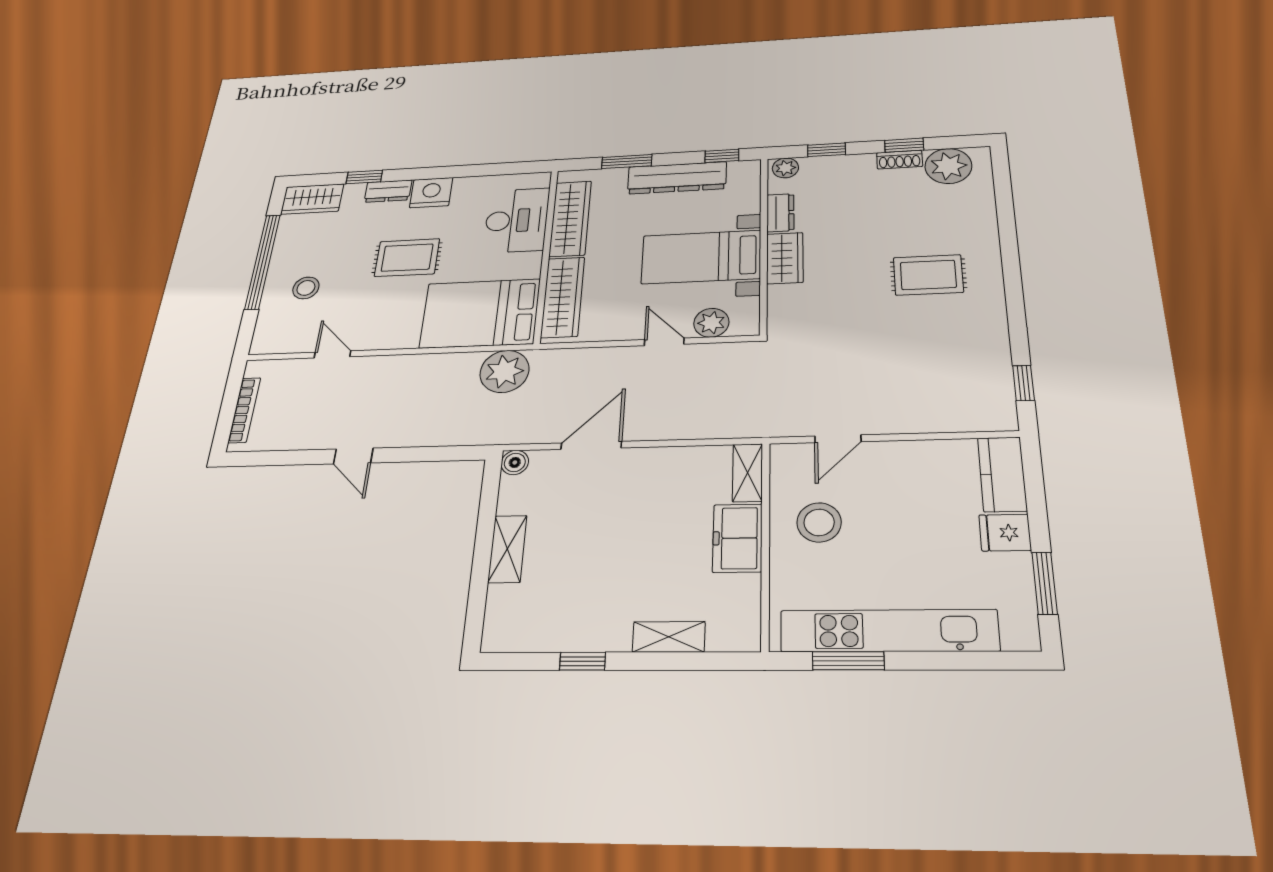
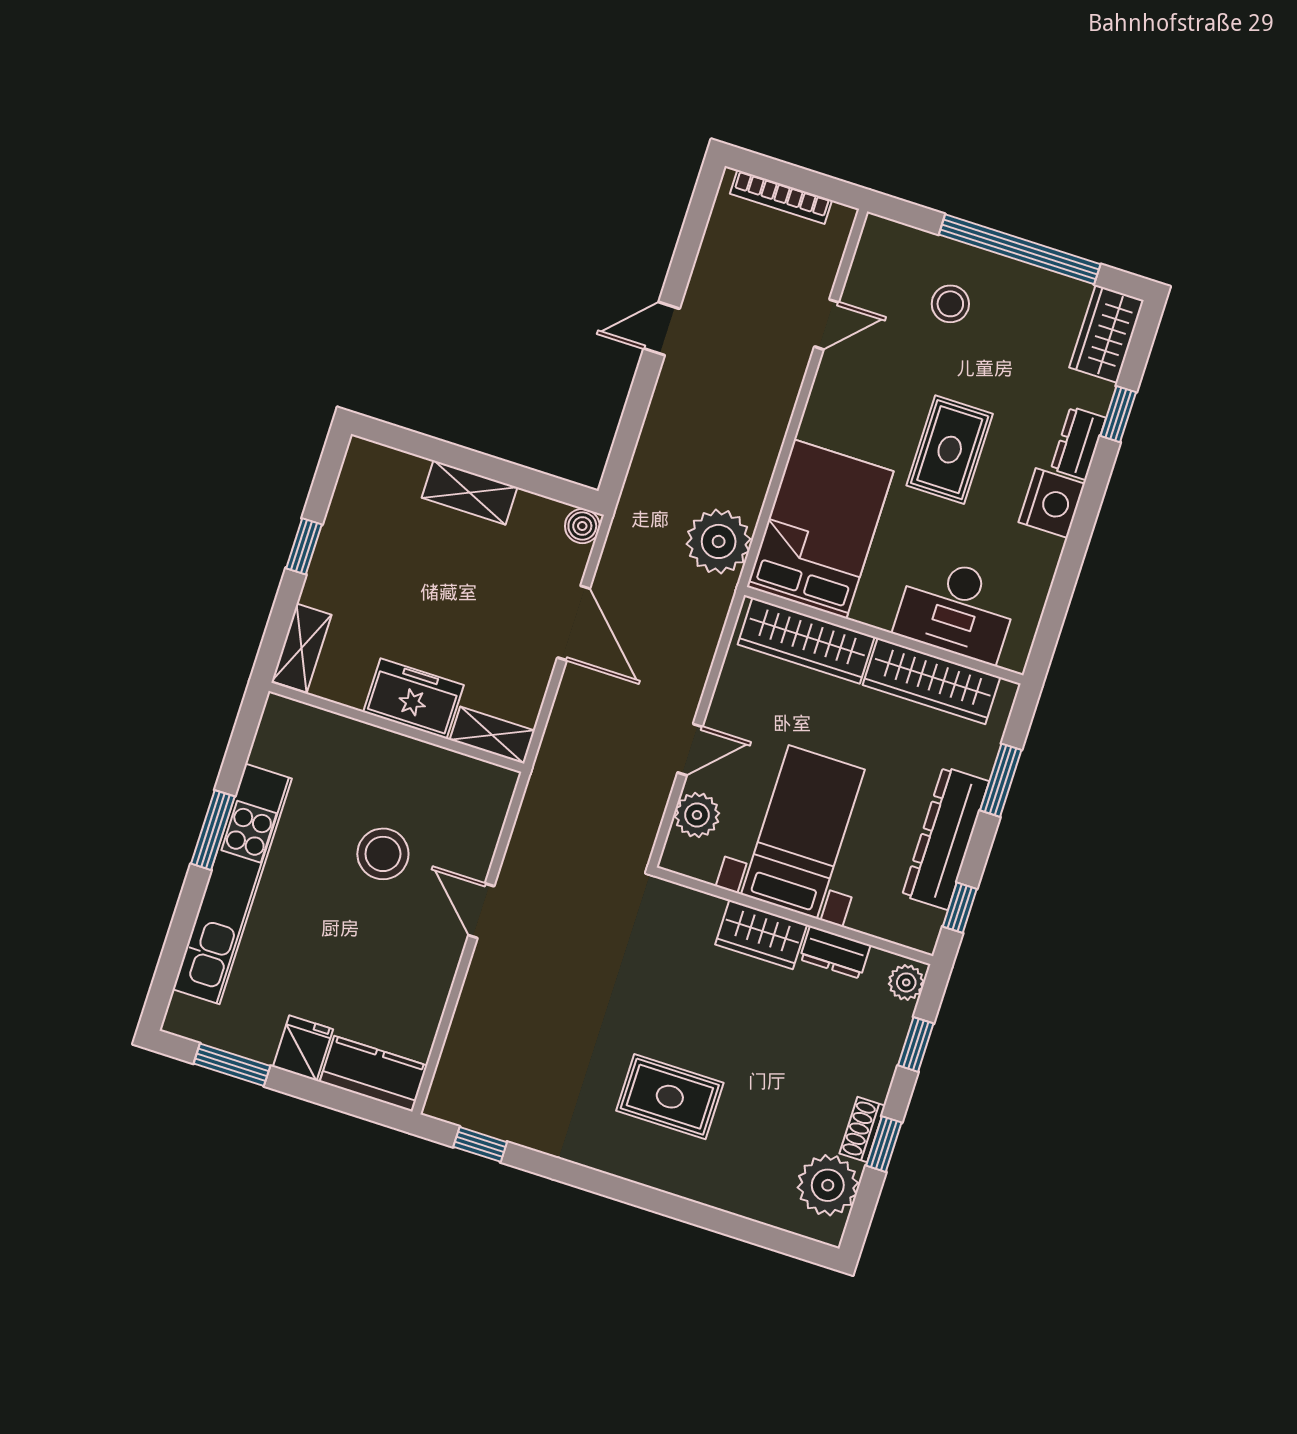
rug: (928, 275) -> (670, 1097), turned 90
shelving: (748, 473) -> (492, 735), moved
freezer: (737, 538) -> (413, 699), moved
wall: (765, 544) -> (396, 727), moved

